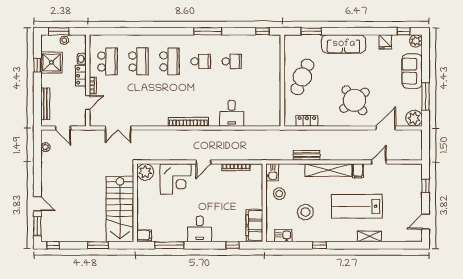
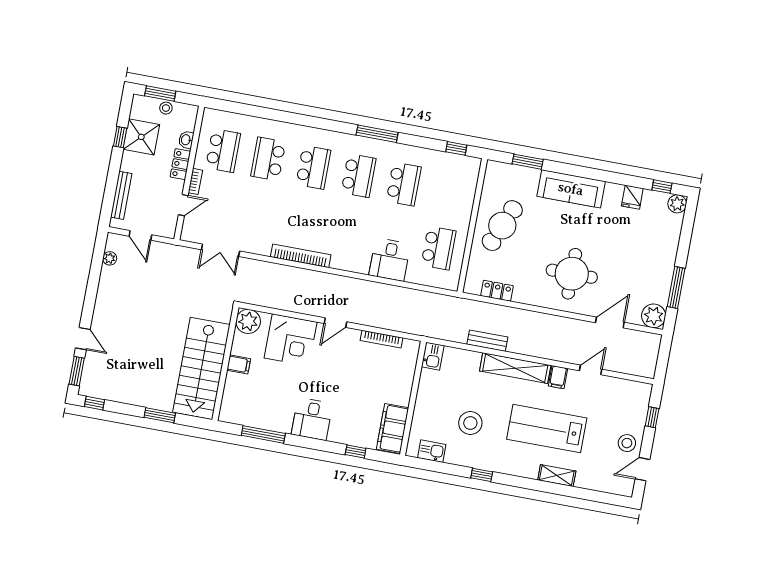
school desk: (138, 61) -> (268, 159), turned 180
school desk: (201, 61) -> (358, 176), width x1.85
school desk: (232, 61) -> (404, 184), width x1.85
sofa: (412, 71) -> (663, 247), removed
school desk: (263, 100) -> (438, 248), added
round table: (354, 100) -> (572, 274), turned 38
bookcase: (188, 122) -> (301, 256), moved
stool: (279, 194) -> (627, 443), moved
filing cabinet: (144, 235) -> (239, 364), moved

